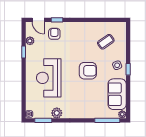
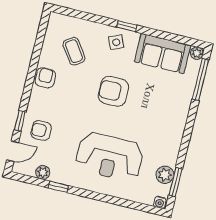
armchair: (86, 29) -> (45, 78), added
armchair: (88, 71) -> (113, 91), turned -90
plant: (57, 113) -> (165, 175), moved

